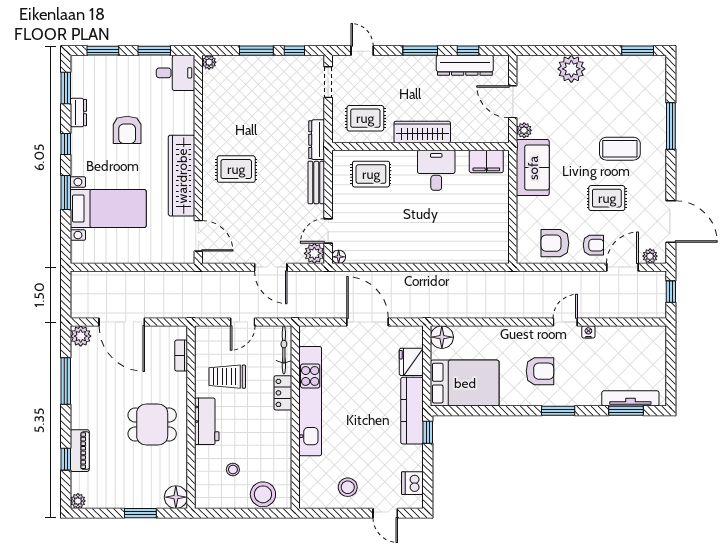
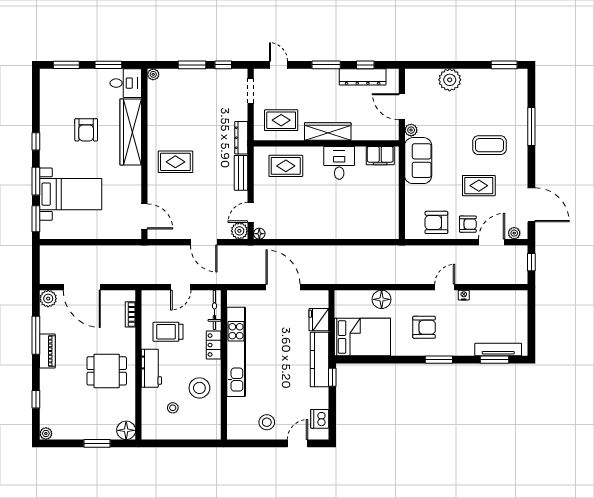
window: (66, 88) -> (36, 219), moved
dresser: (78, 113) -> (46, 116), removed
wardrobe: (182, 176) -> (131, 132), moved
floor lamp: (442, 337) -> (382, 299), moved
piano: (80, 451) -> (47, 351), moved
stool: (263, 494) -> (199, 388), moved
door: (385, 513) -> (297, 443), swing flipped

